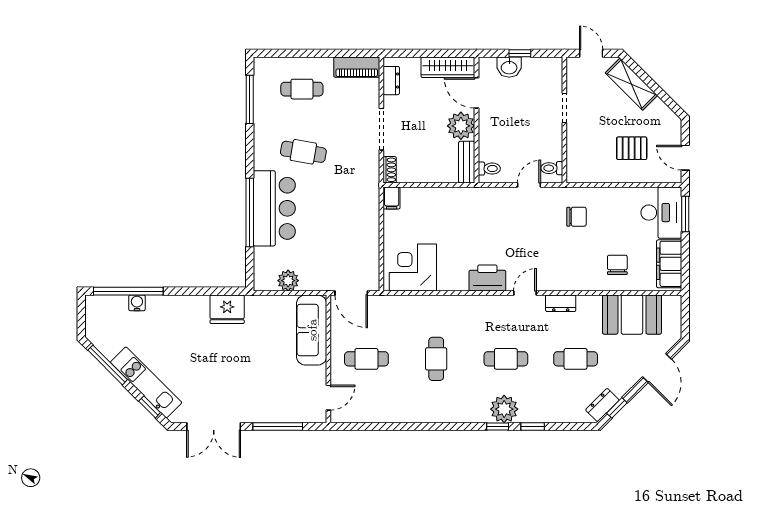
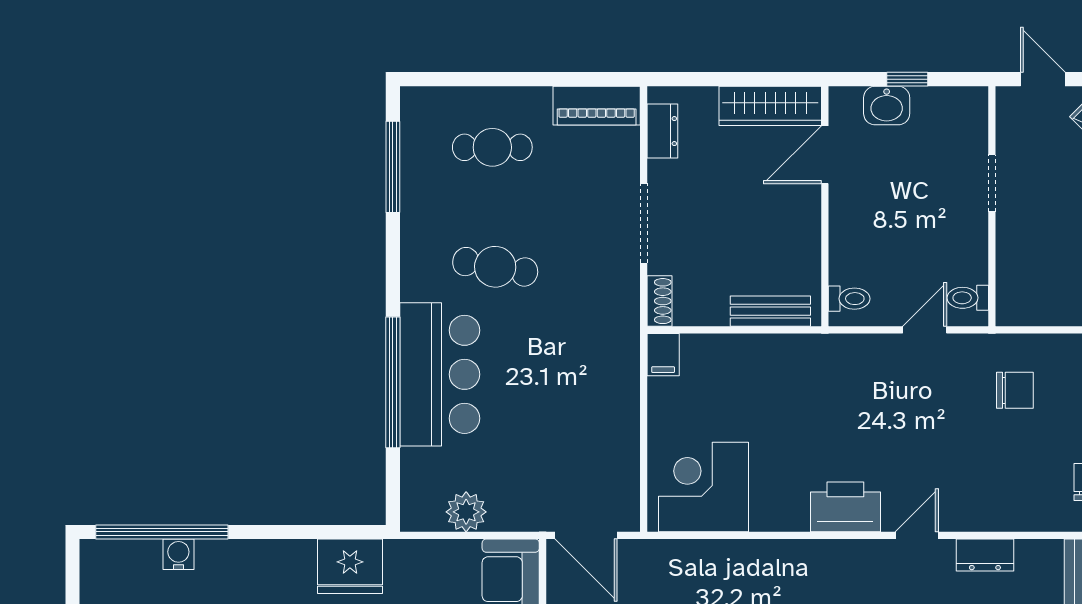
door: (477, 93) -> (825, 155), hinge flipped
plant: (461, 126) -> (795, 217), removed
bench: (467, 162) -> (770, 311), moved, turned 90

